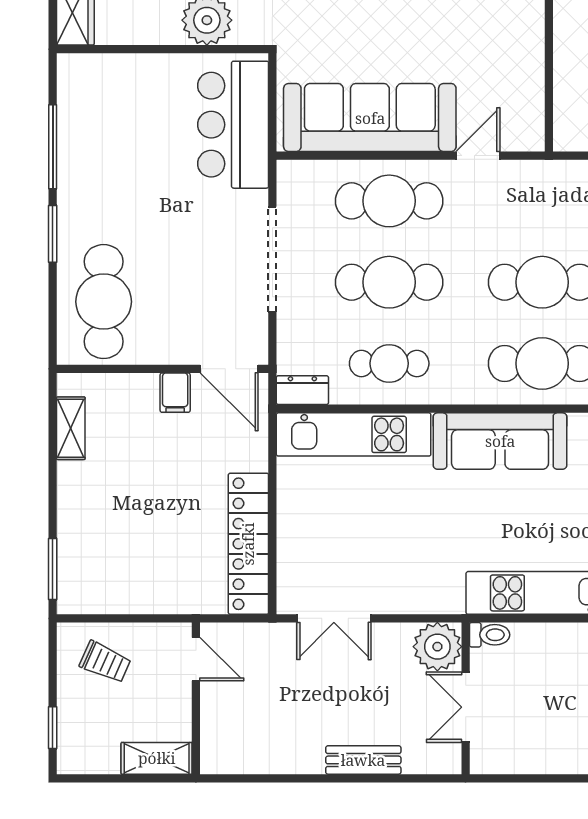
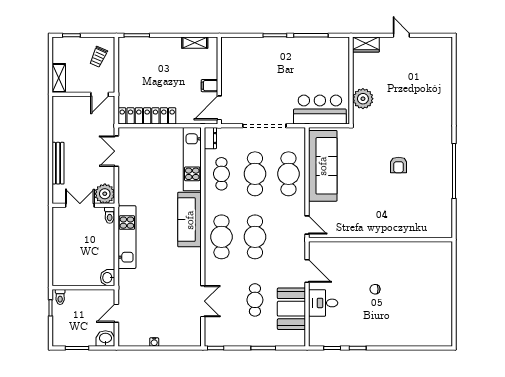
door: (478, 156) -> (307, 225), moved
cafe table: (104, 302) -> (247, 56), removed
bench: (363, 760) -> (58, 163), width x1.36

